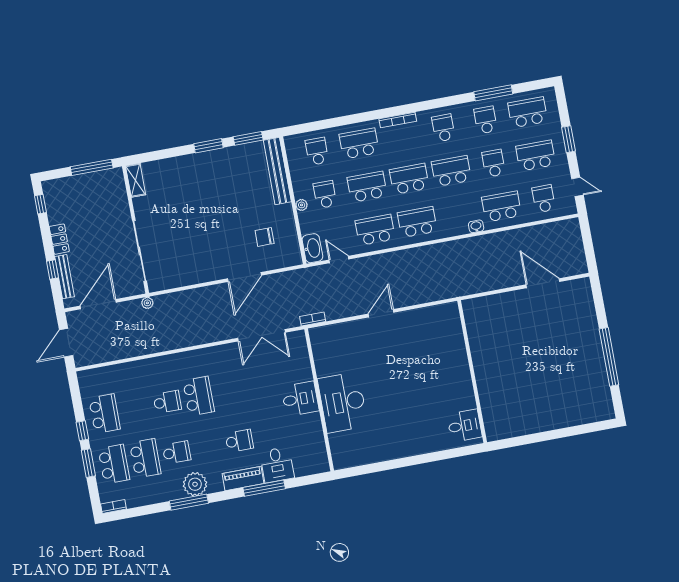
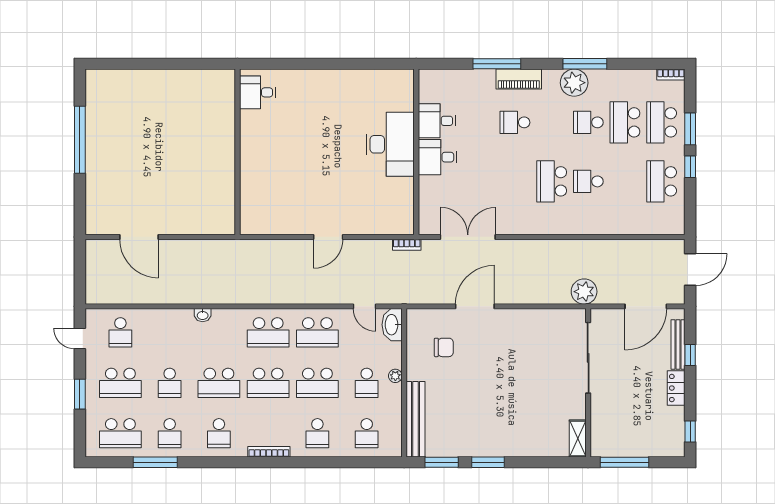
school desk: (359, 143) -> (317, 433), width x0.54
school desk: (502, 206) -> (170, 332), removed
plant: (147, 303) -> (584, 292), width x1.87, depth x1.87
desk: (277, 465) -> (437, 121), moved, turned -90

